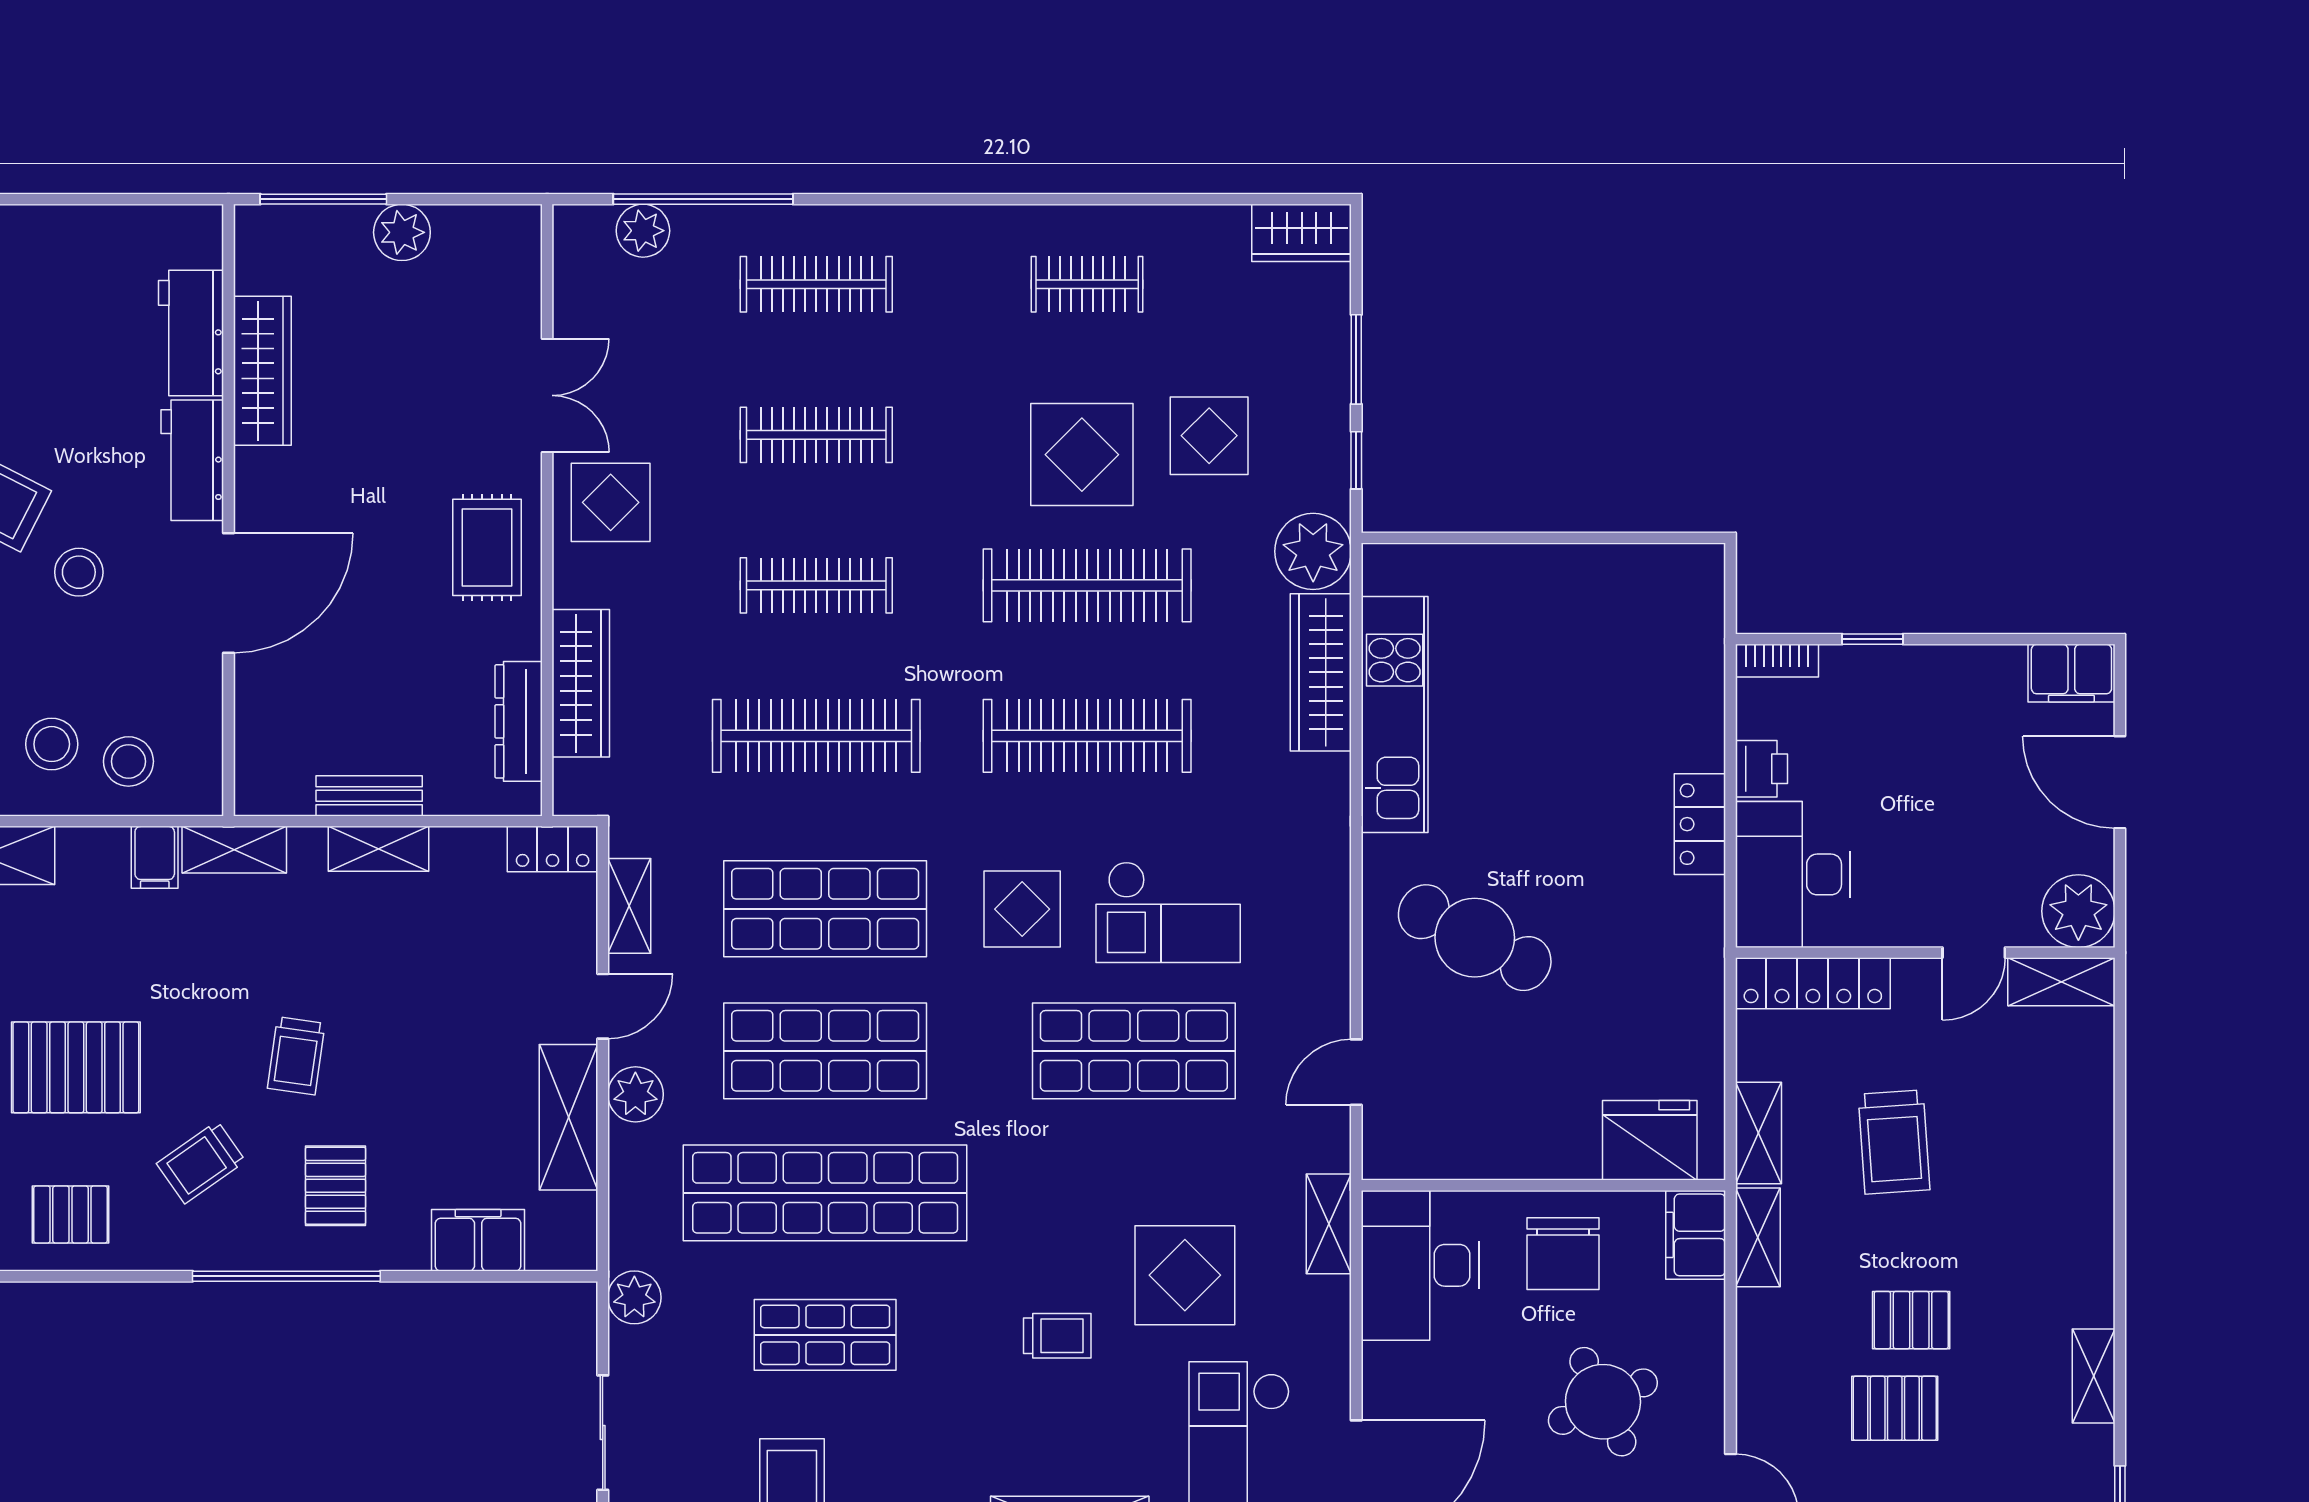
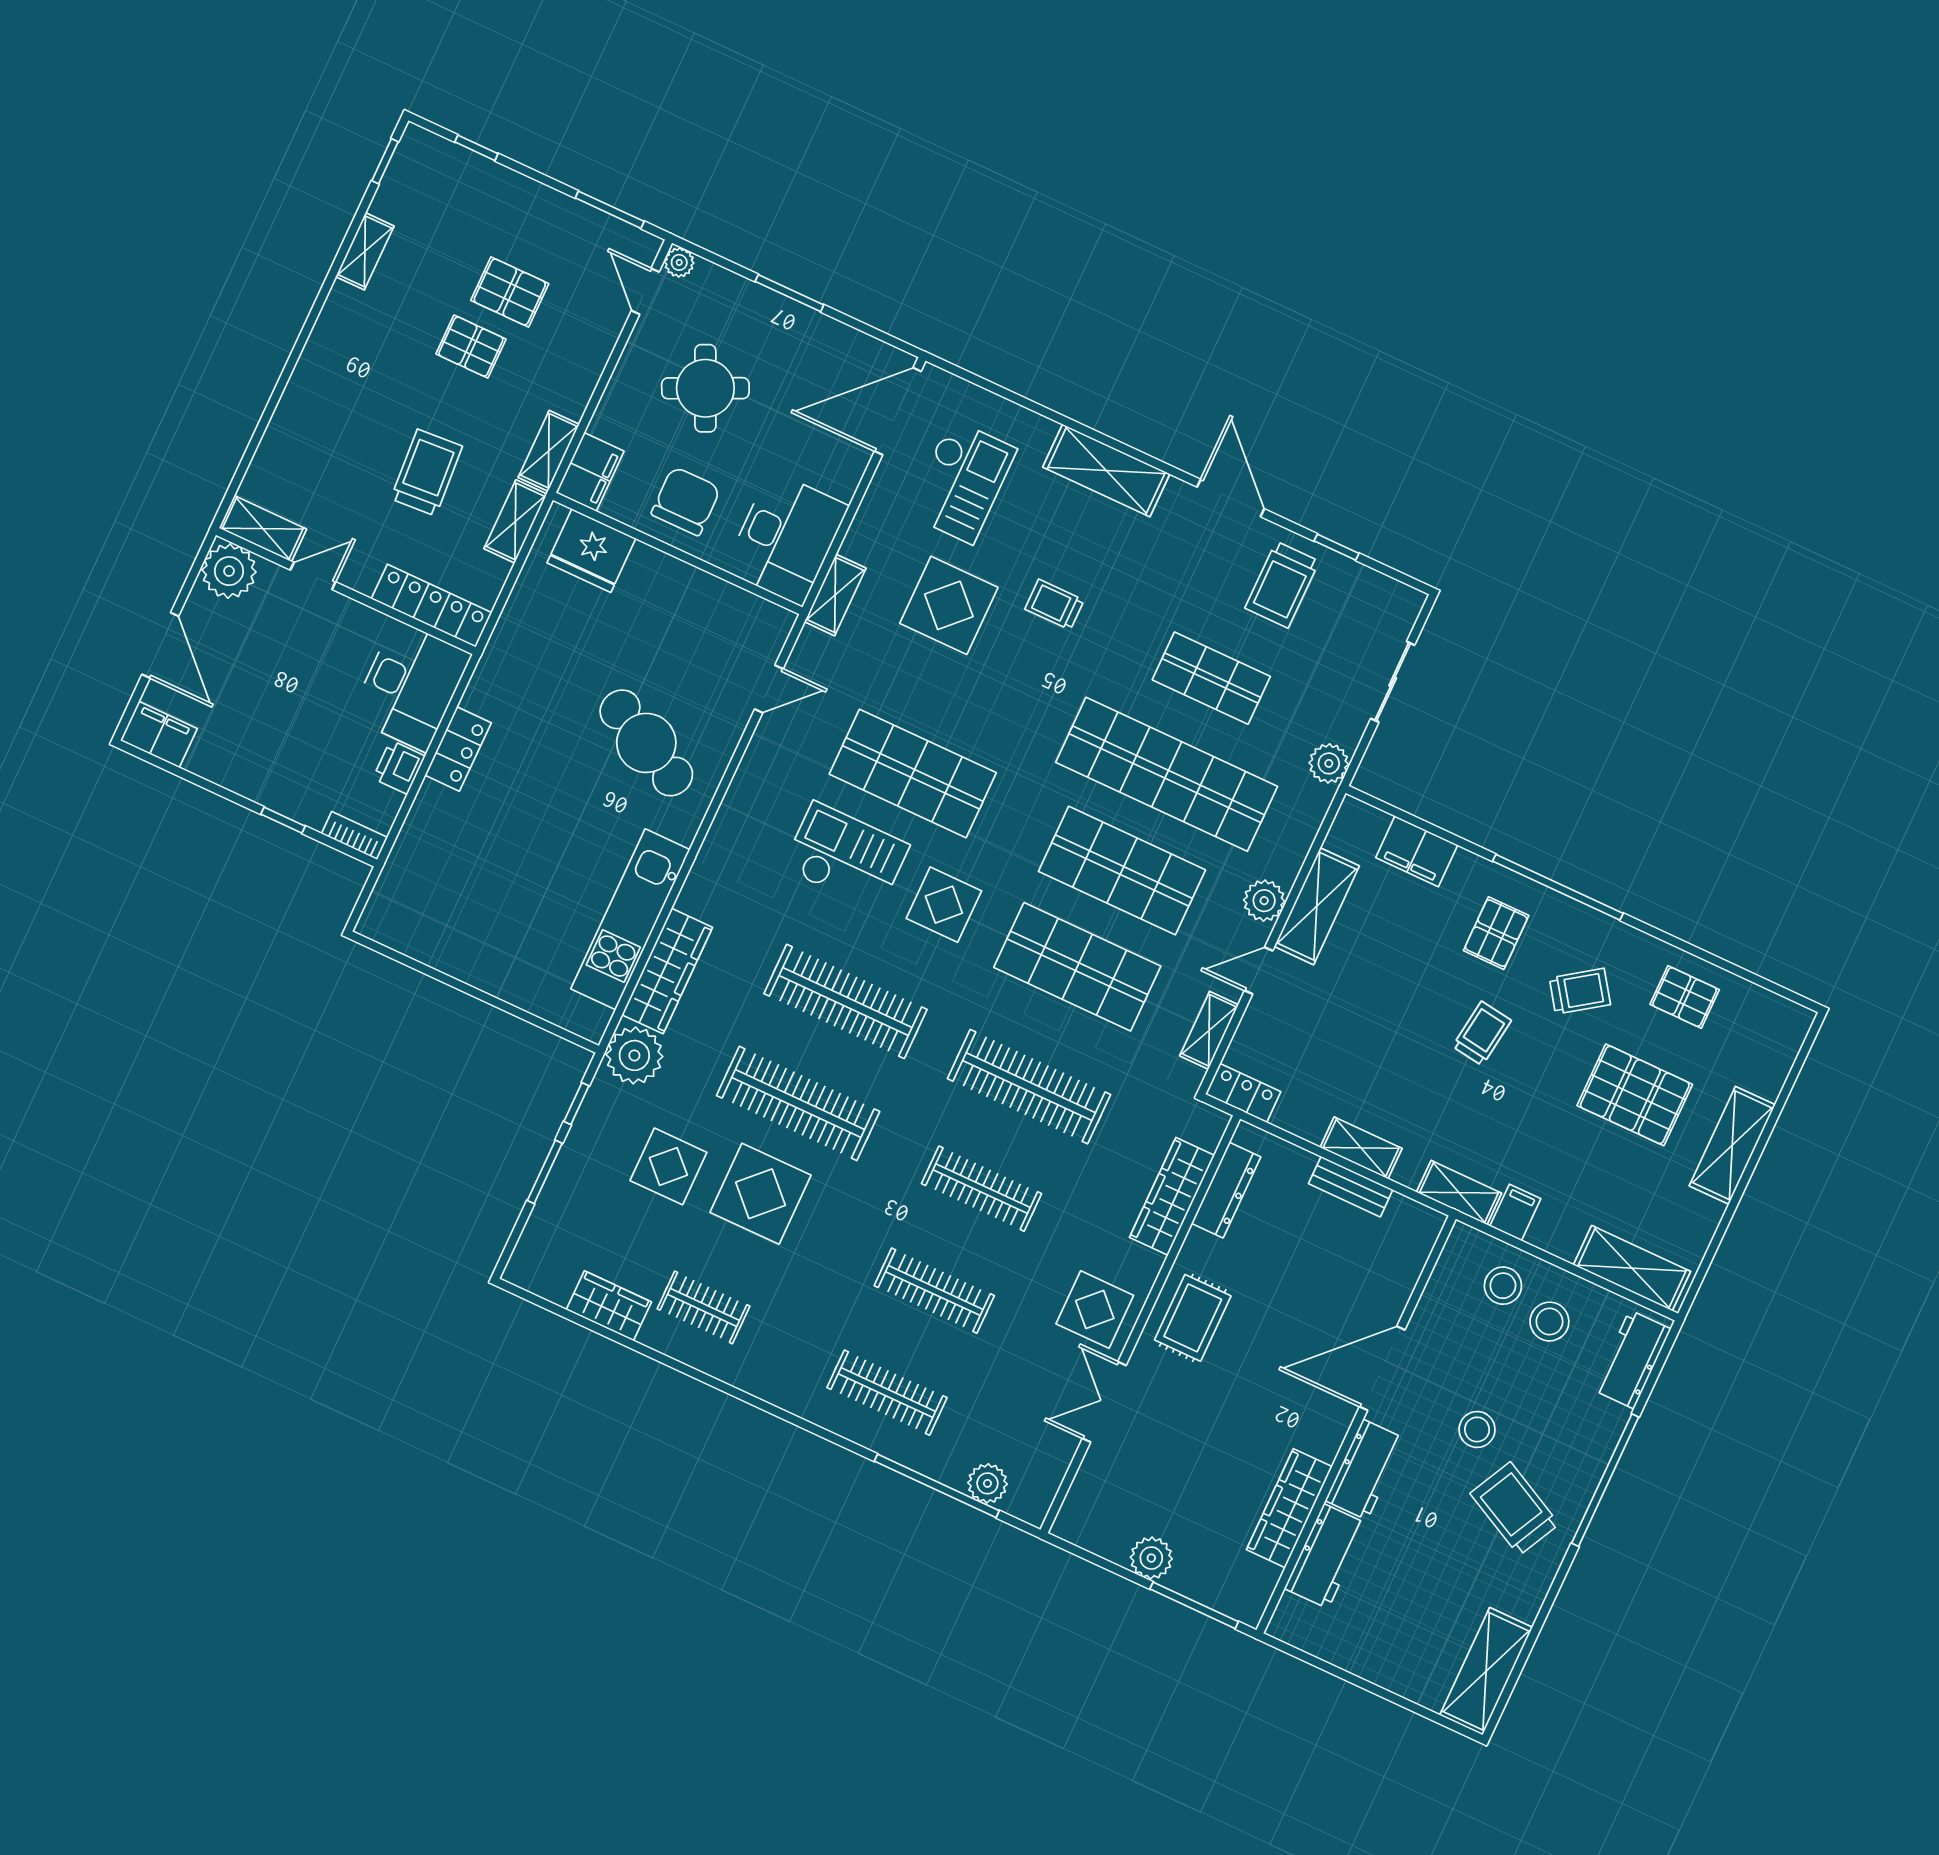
wardrobe: (1302, 233) -> (609, 1306), moved

